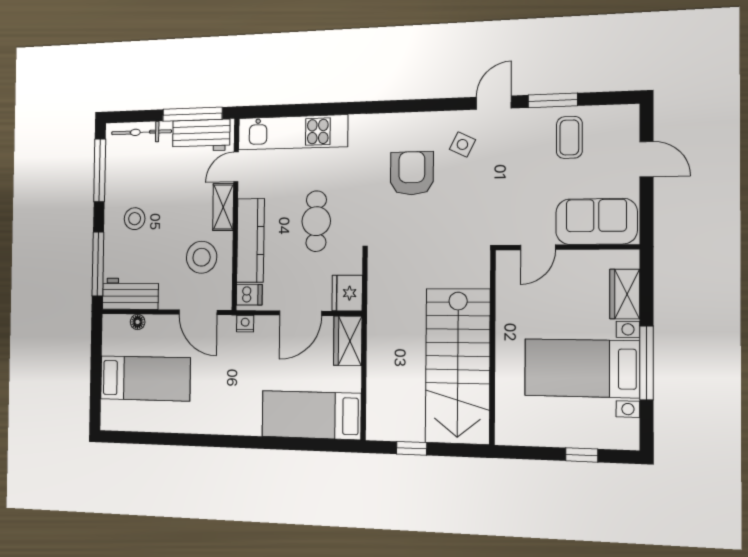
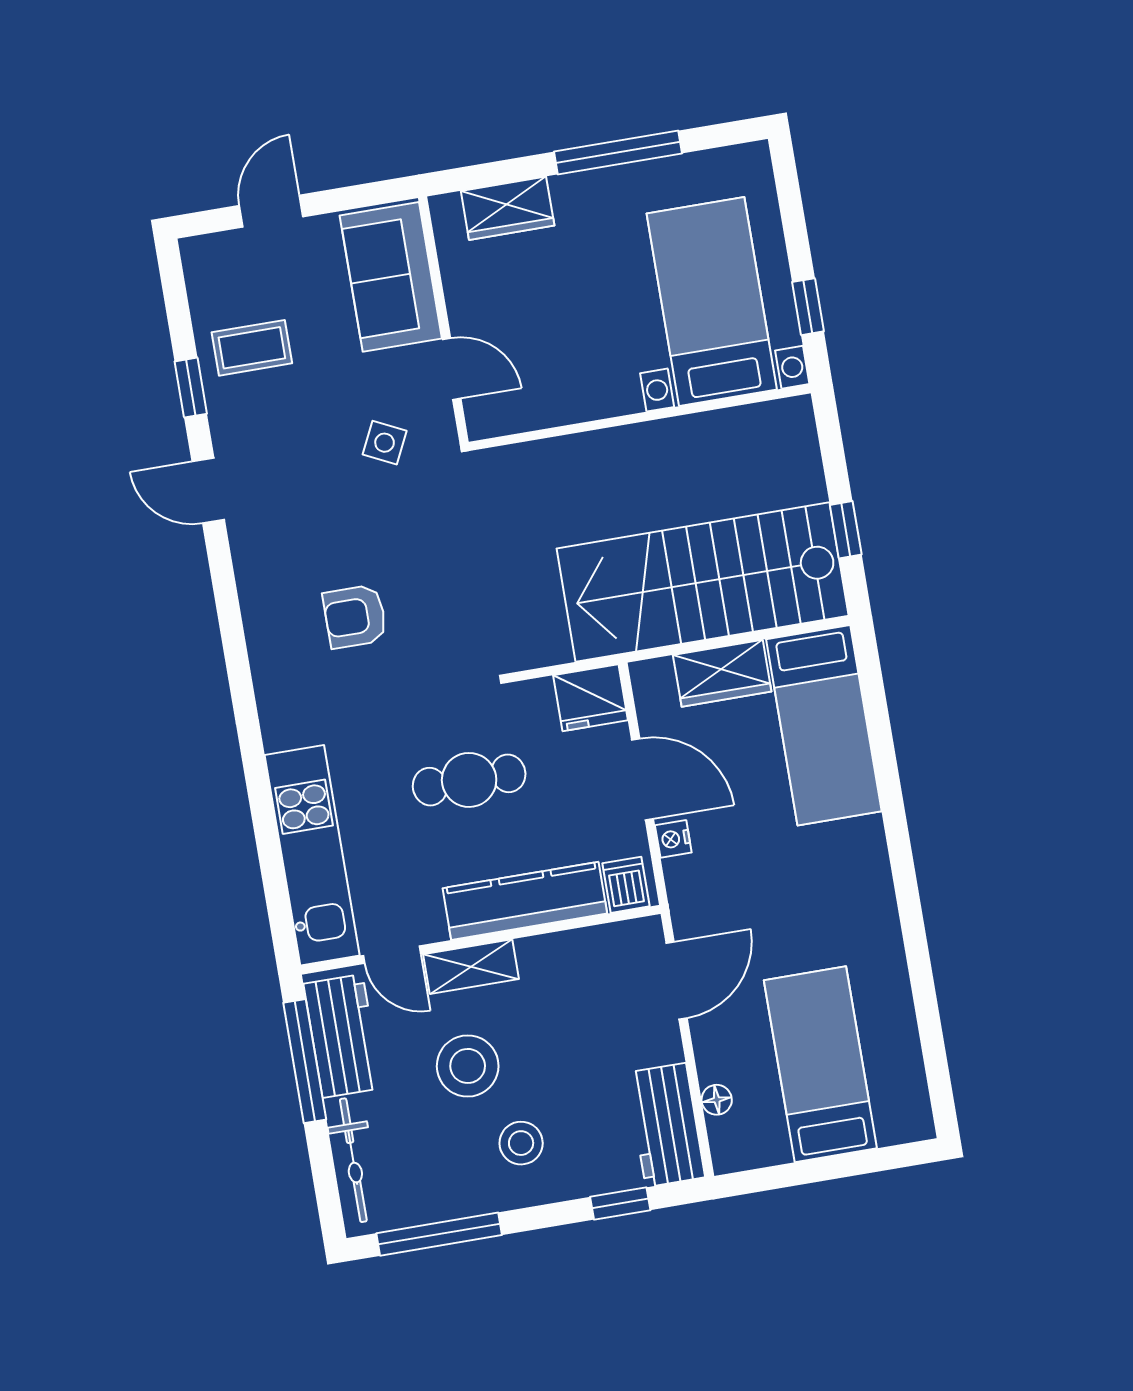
window: (553, 100) -> (191, 388), width x0.67
side table: (462, 144) -> (385, 443), moved
armchair: (412, 173) -> (355, 616), width x0.72, depth x0.72
stool: (202, 257) -> (468, 1066), moved
window: (98, 264) -> (620, 1203), width x0.46
nightstand: (245, 324) -> (673, 839), moved
wardrobe: (348, 341) -> (722, 673), moved
stairs: (458, 366) -> (703, 582), moved, turned 180
bed with nightstands: (582, 368) -> (712, 302), moved, turned 180
window: (582, 455) -> (808, 307), moved

